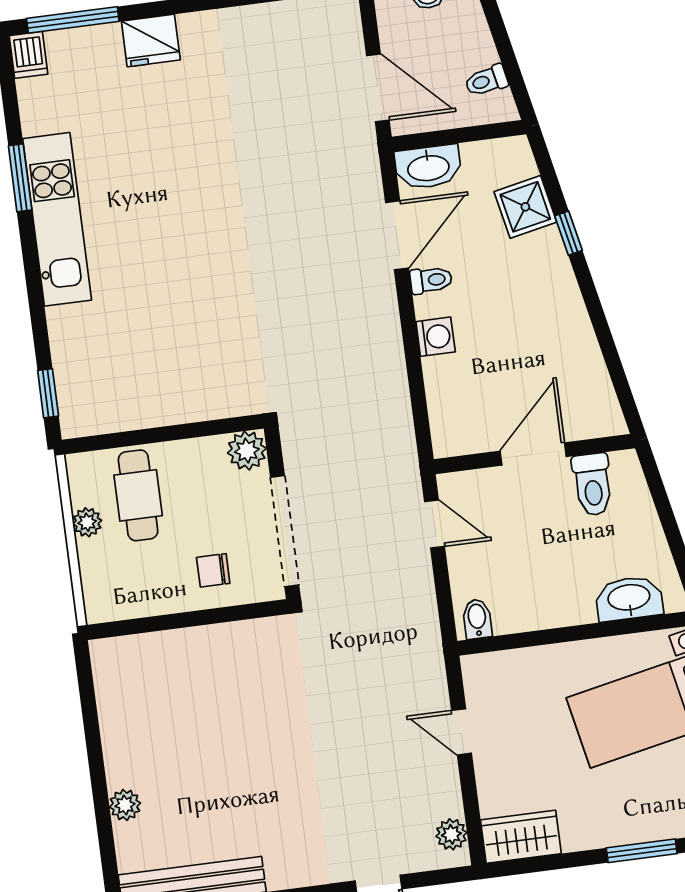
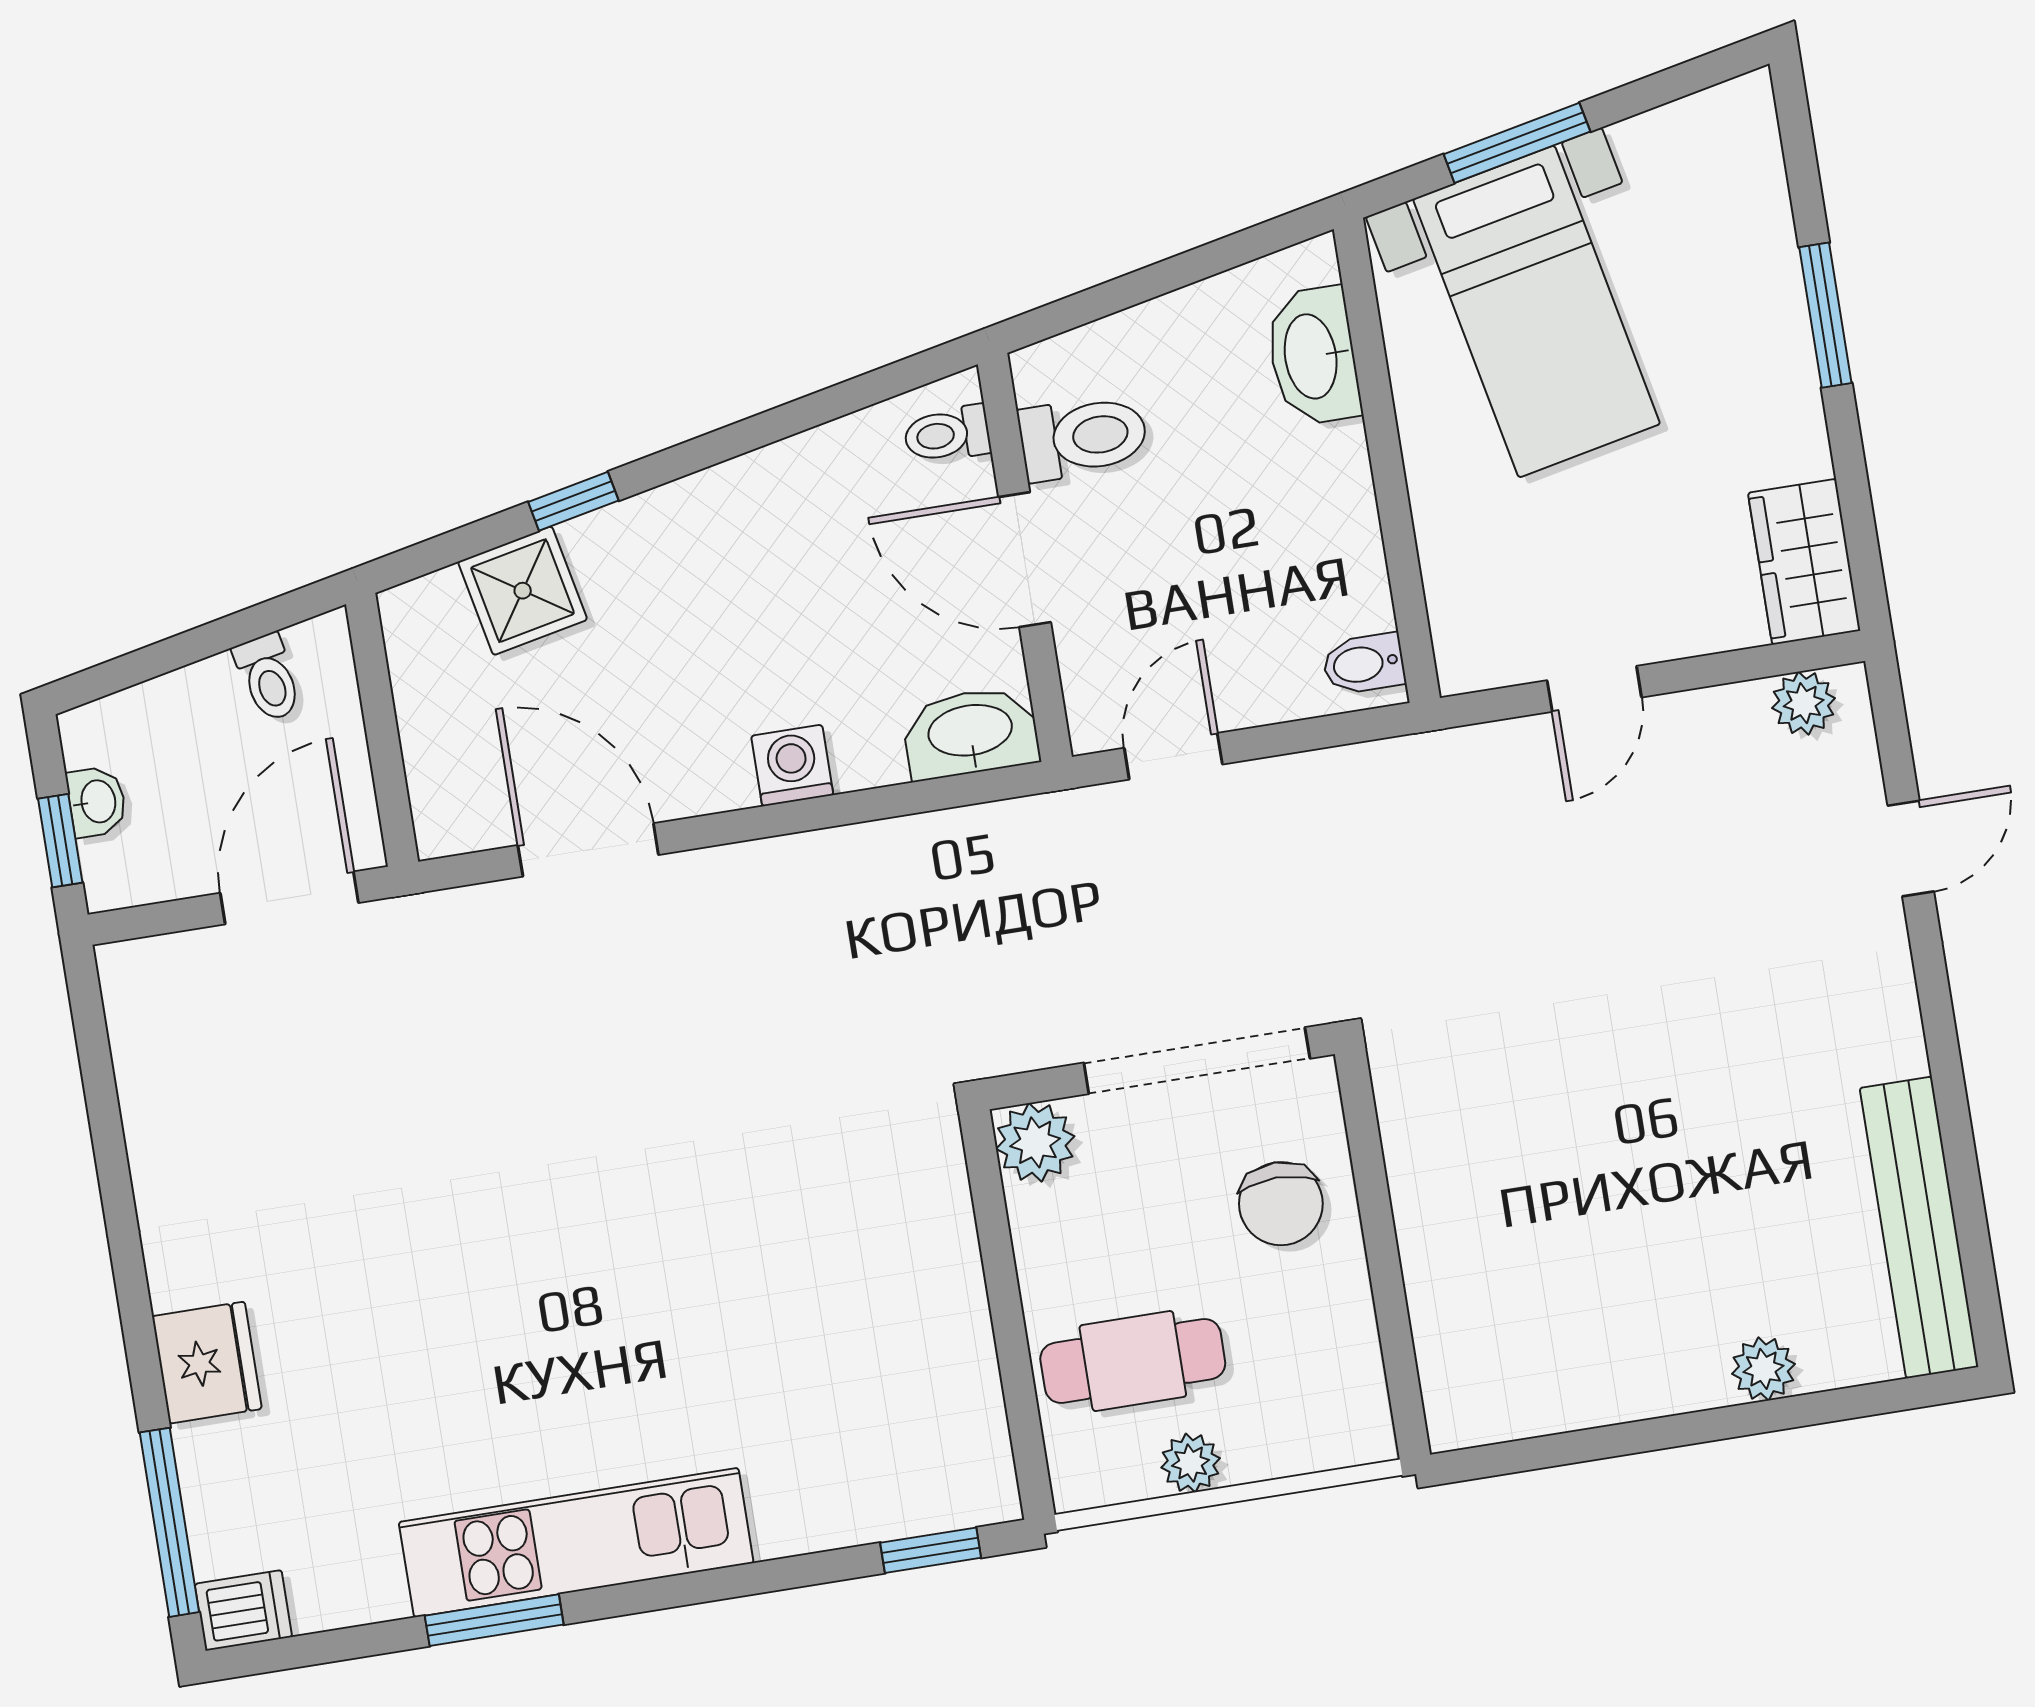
washbasin: (428, 167) -> (971, 733), moved, turned -90
toilet: (431, 280) -> (947, 434), moved, turned -90
chair: (213, 570) -> (1281, 1204), width x1.37, depth x1.37

